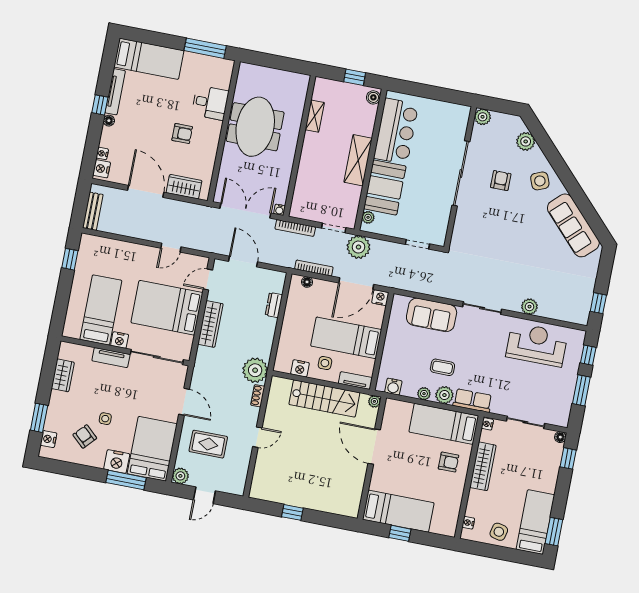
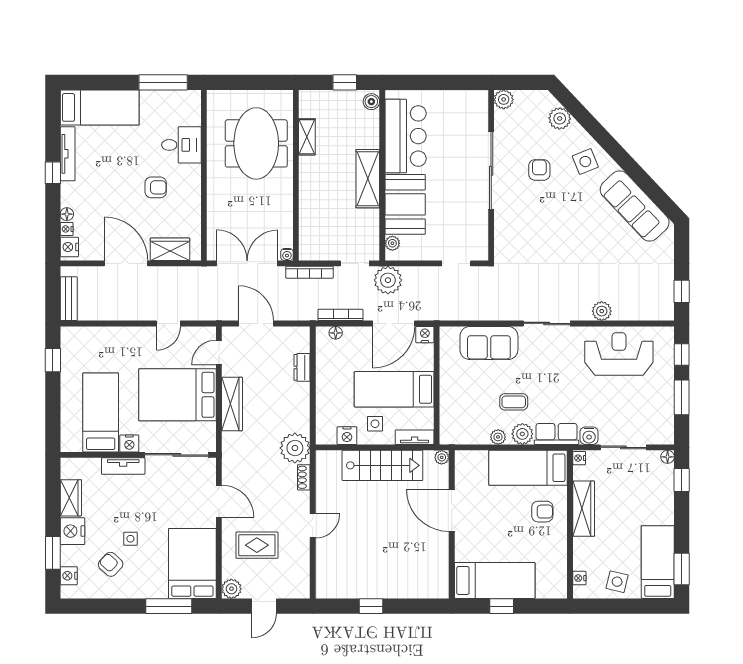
floor lamp: (109, 121) -> (67, 214), moved
meeting table: (255, 127) -> (256, 143), moved
water cooler: (393, 387) -> (589, 436), moved
nightstand: (117, 461) -> (72, 531), moved, turned 90

